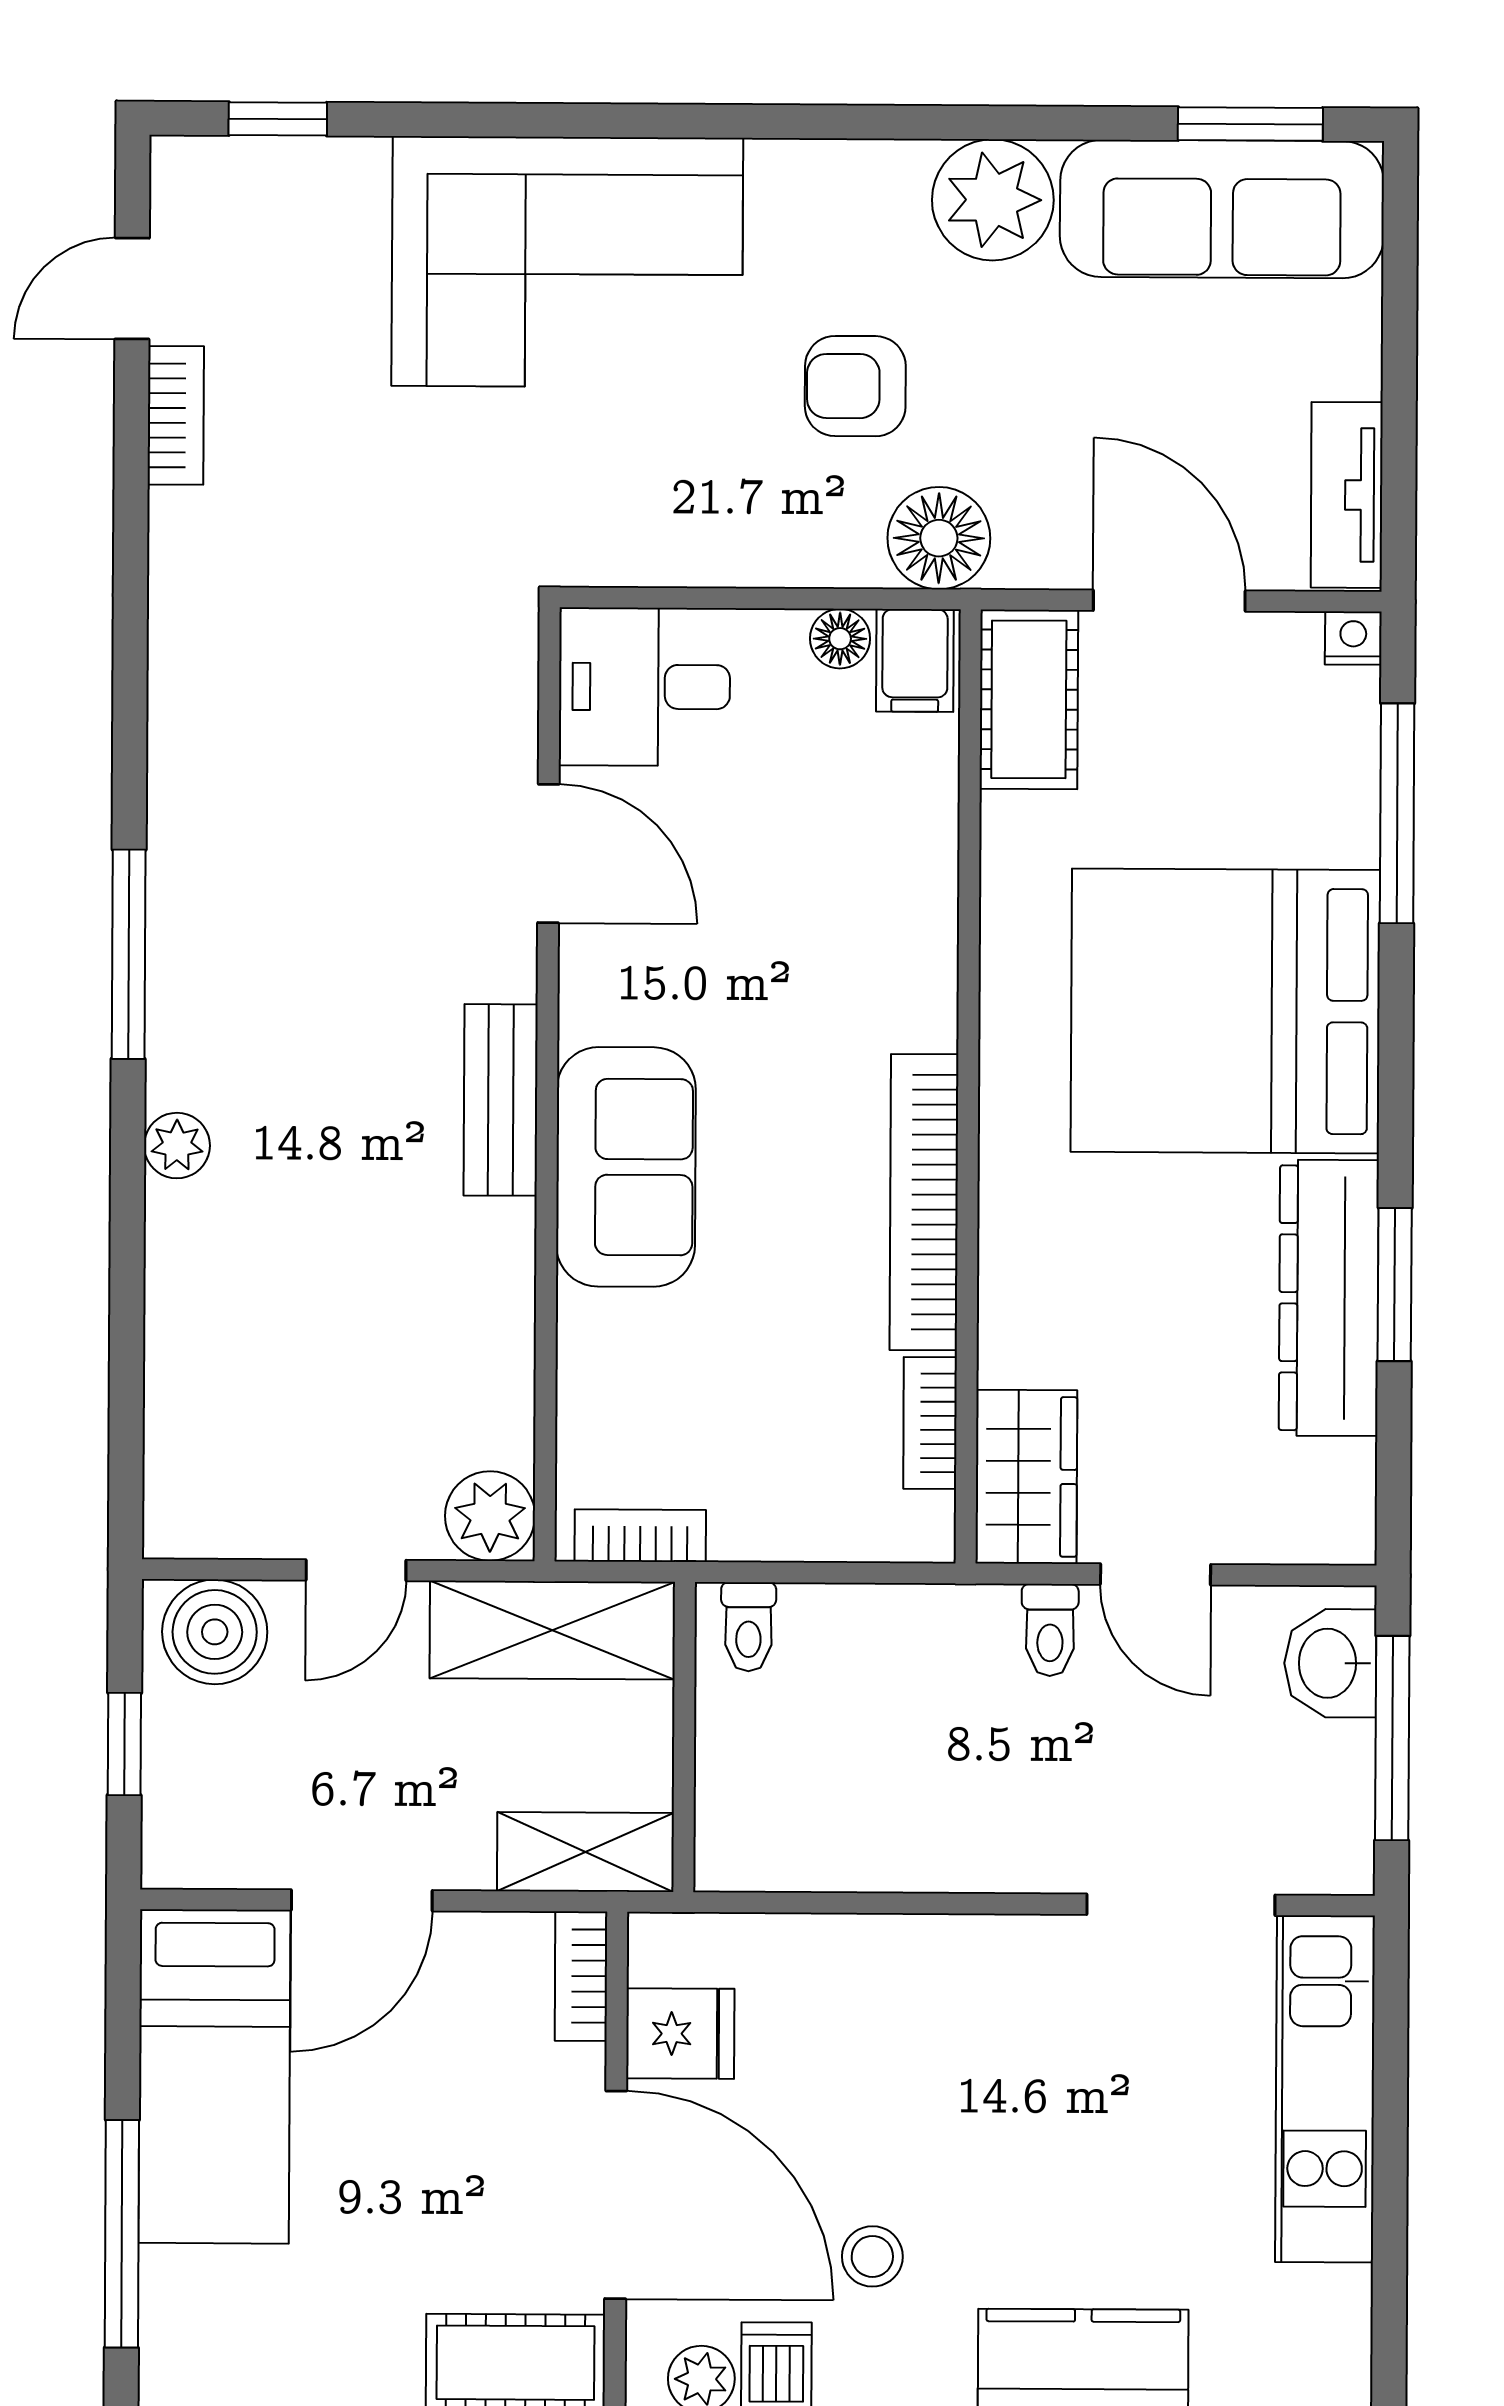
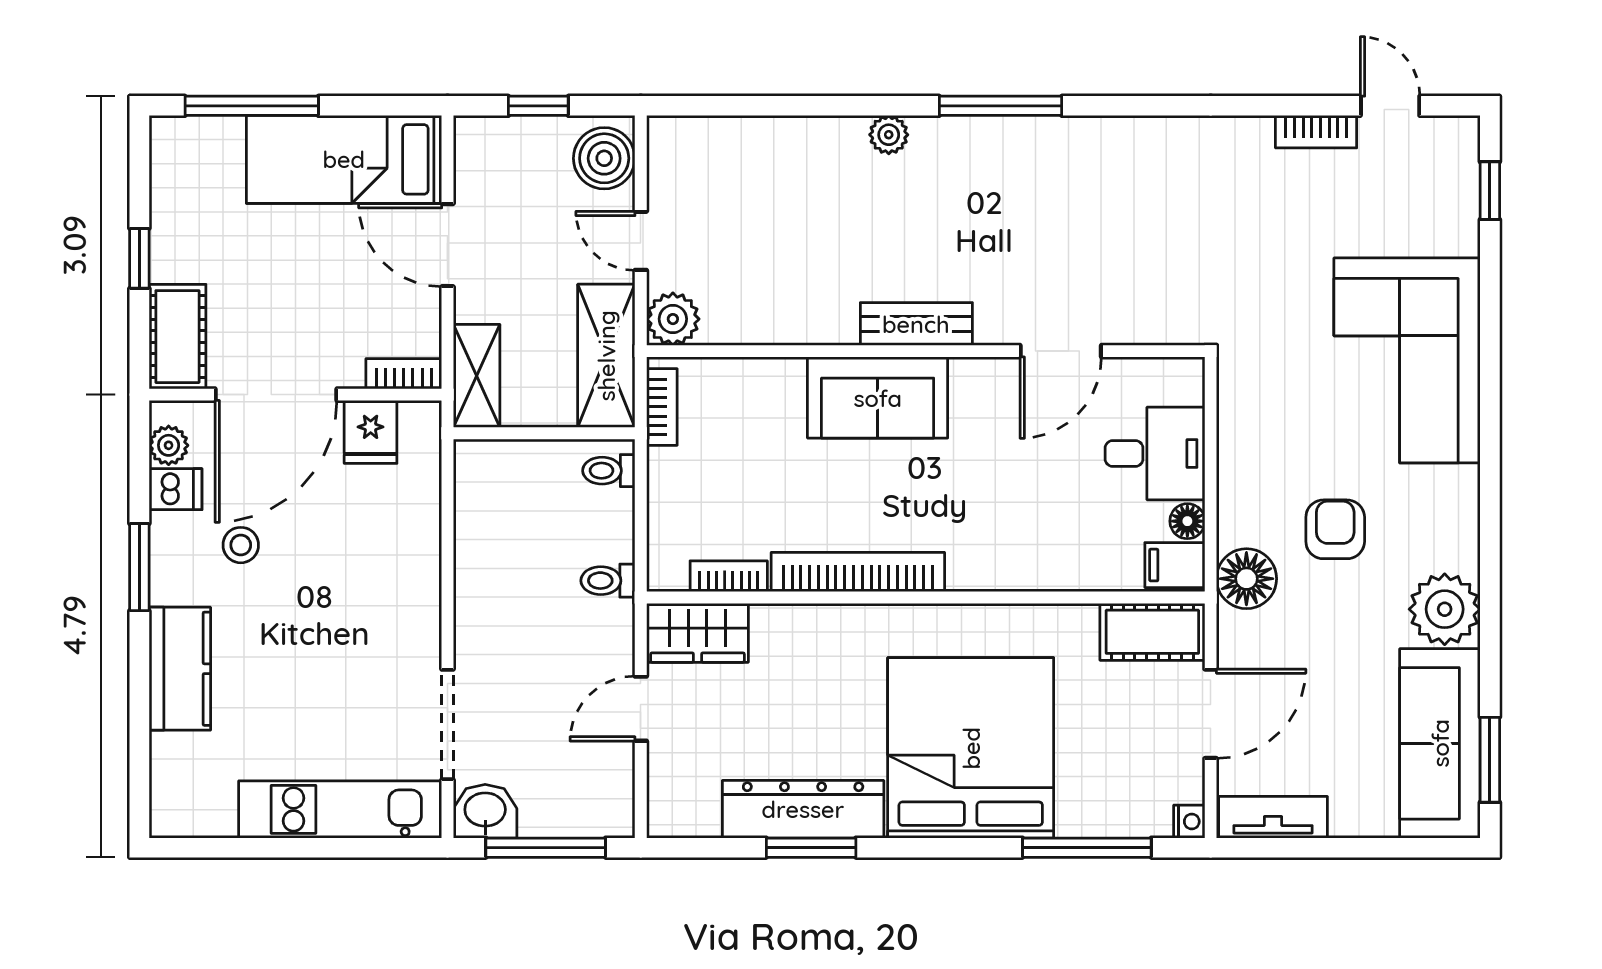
desk: (644, 687) -> (1155, 454), moved, turned 90
toilet: (1050, 1630) -> (608, 581), moved
washbasin: (1330, 1663) -> (485, 811), moved

